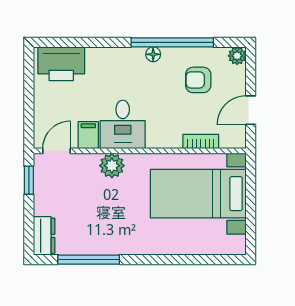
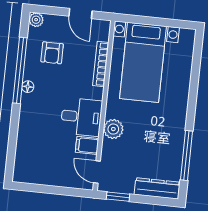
printer: (61, 64) -> (28, 161), removed
bookcase: (201, 142) -> (101, 64), width x1.56
dresser: (44, 236) -> (157, 188), width x1.44

